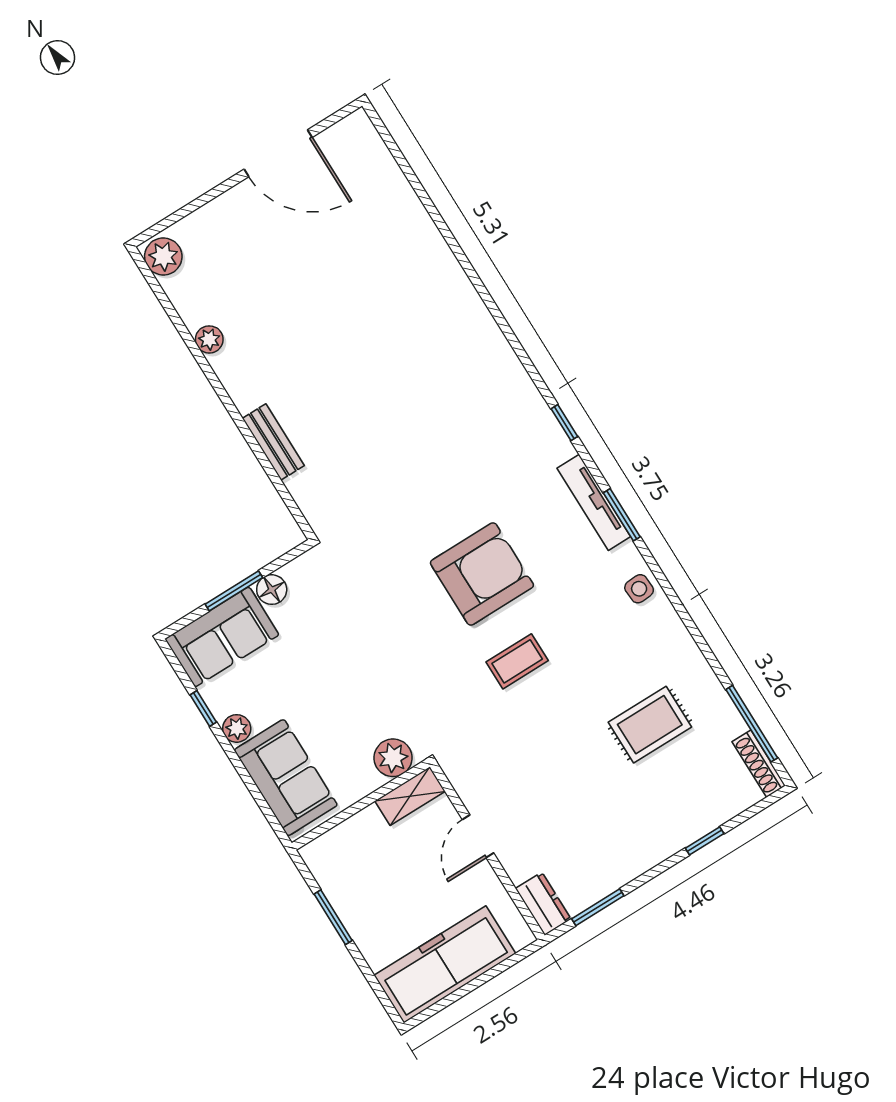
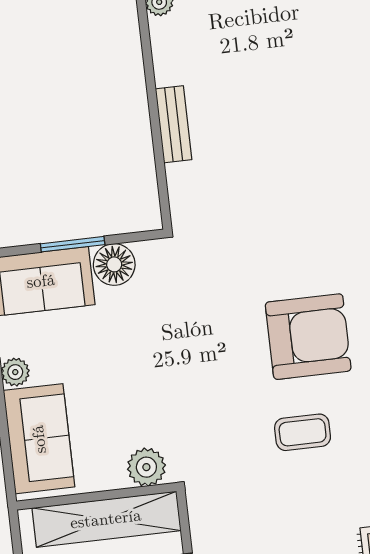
floor lamp: (272, 590) -> (114, 264), width x1.38, depth x1.38
shelving: (410, 796) -> (106, 519), width x2.20, depth x1.33

